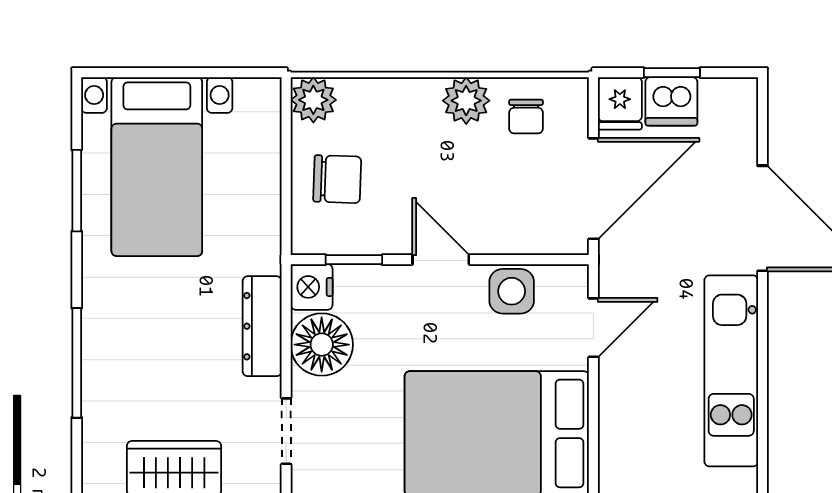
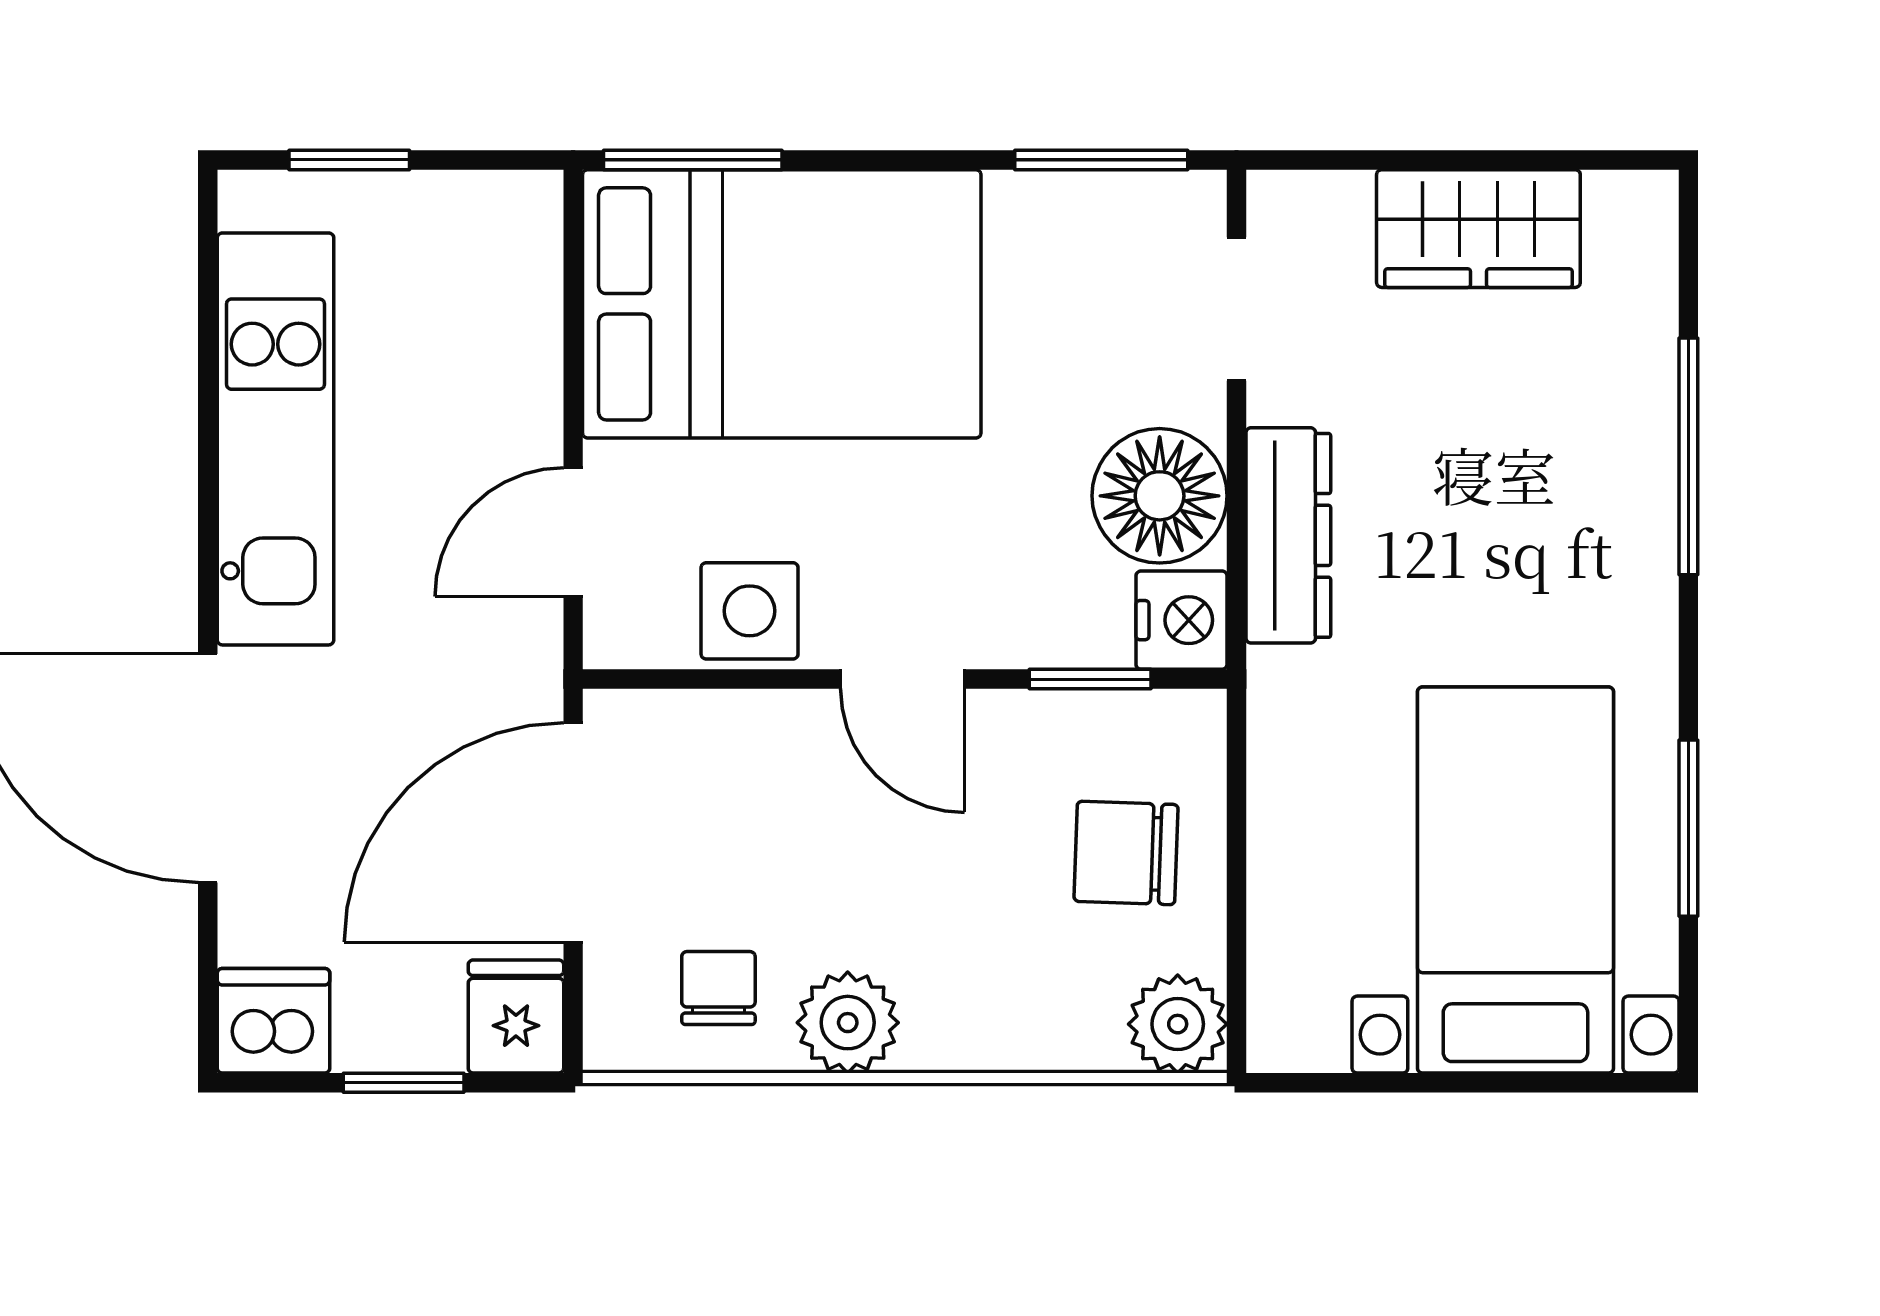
dishwasher: (671, 101) -> (273, 1021), moved

